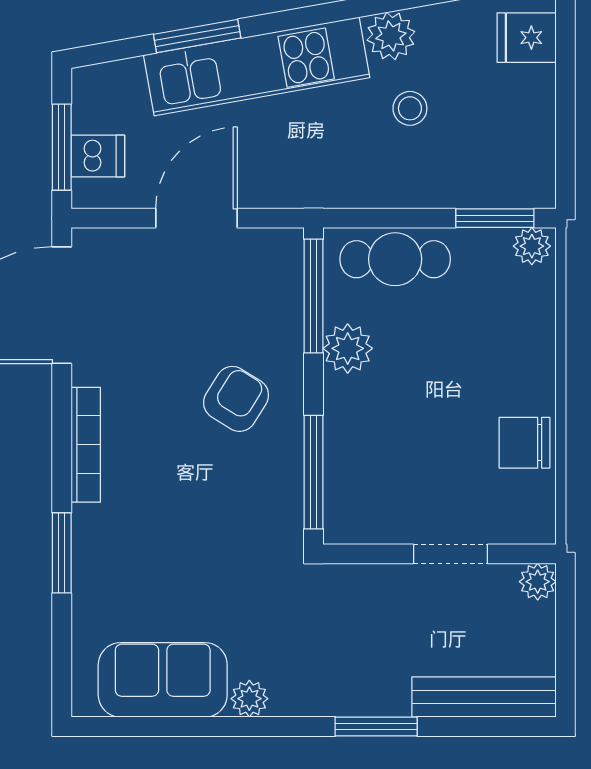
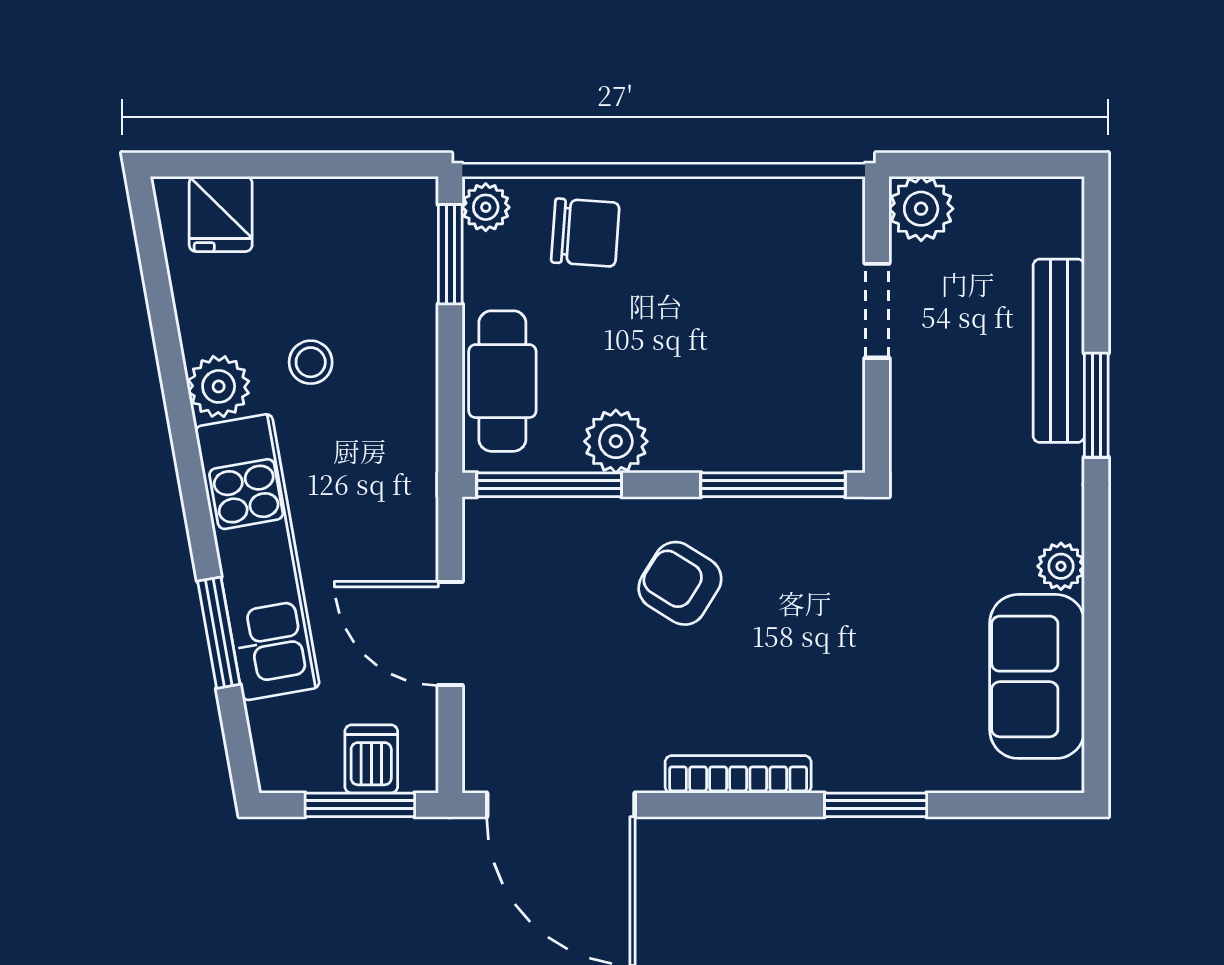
chair: (524, 443) -> (585, 233), moved, turned -86
plant: (538, 582) -> (921, 209), width x1.38, depth x1.38
bench: (484, 697) -> (1059, 351), moved

